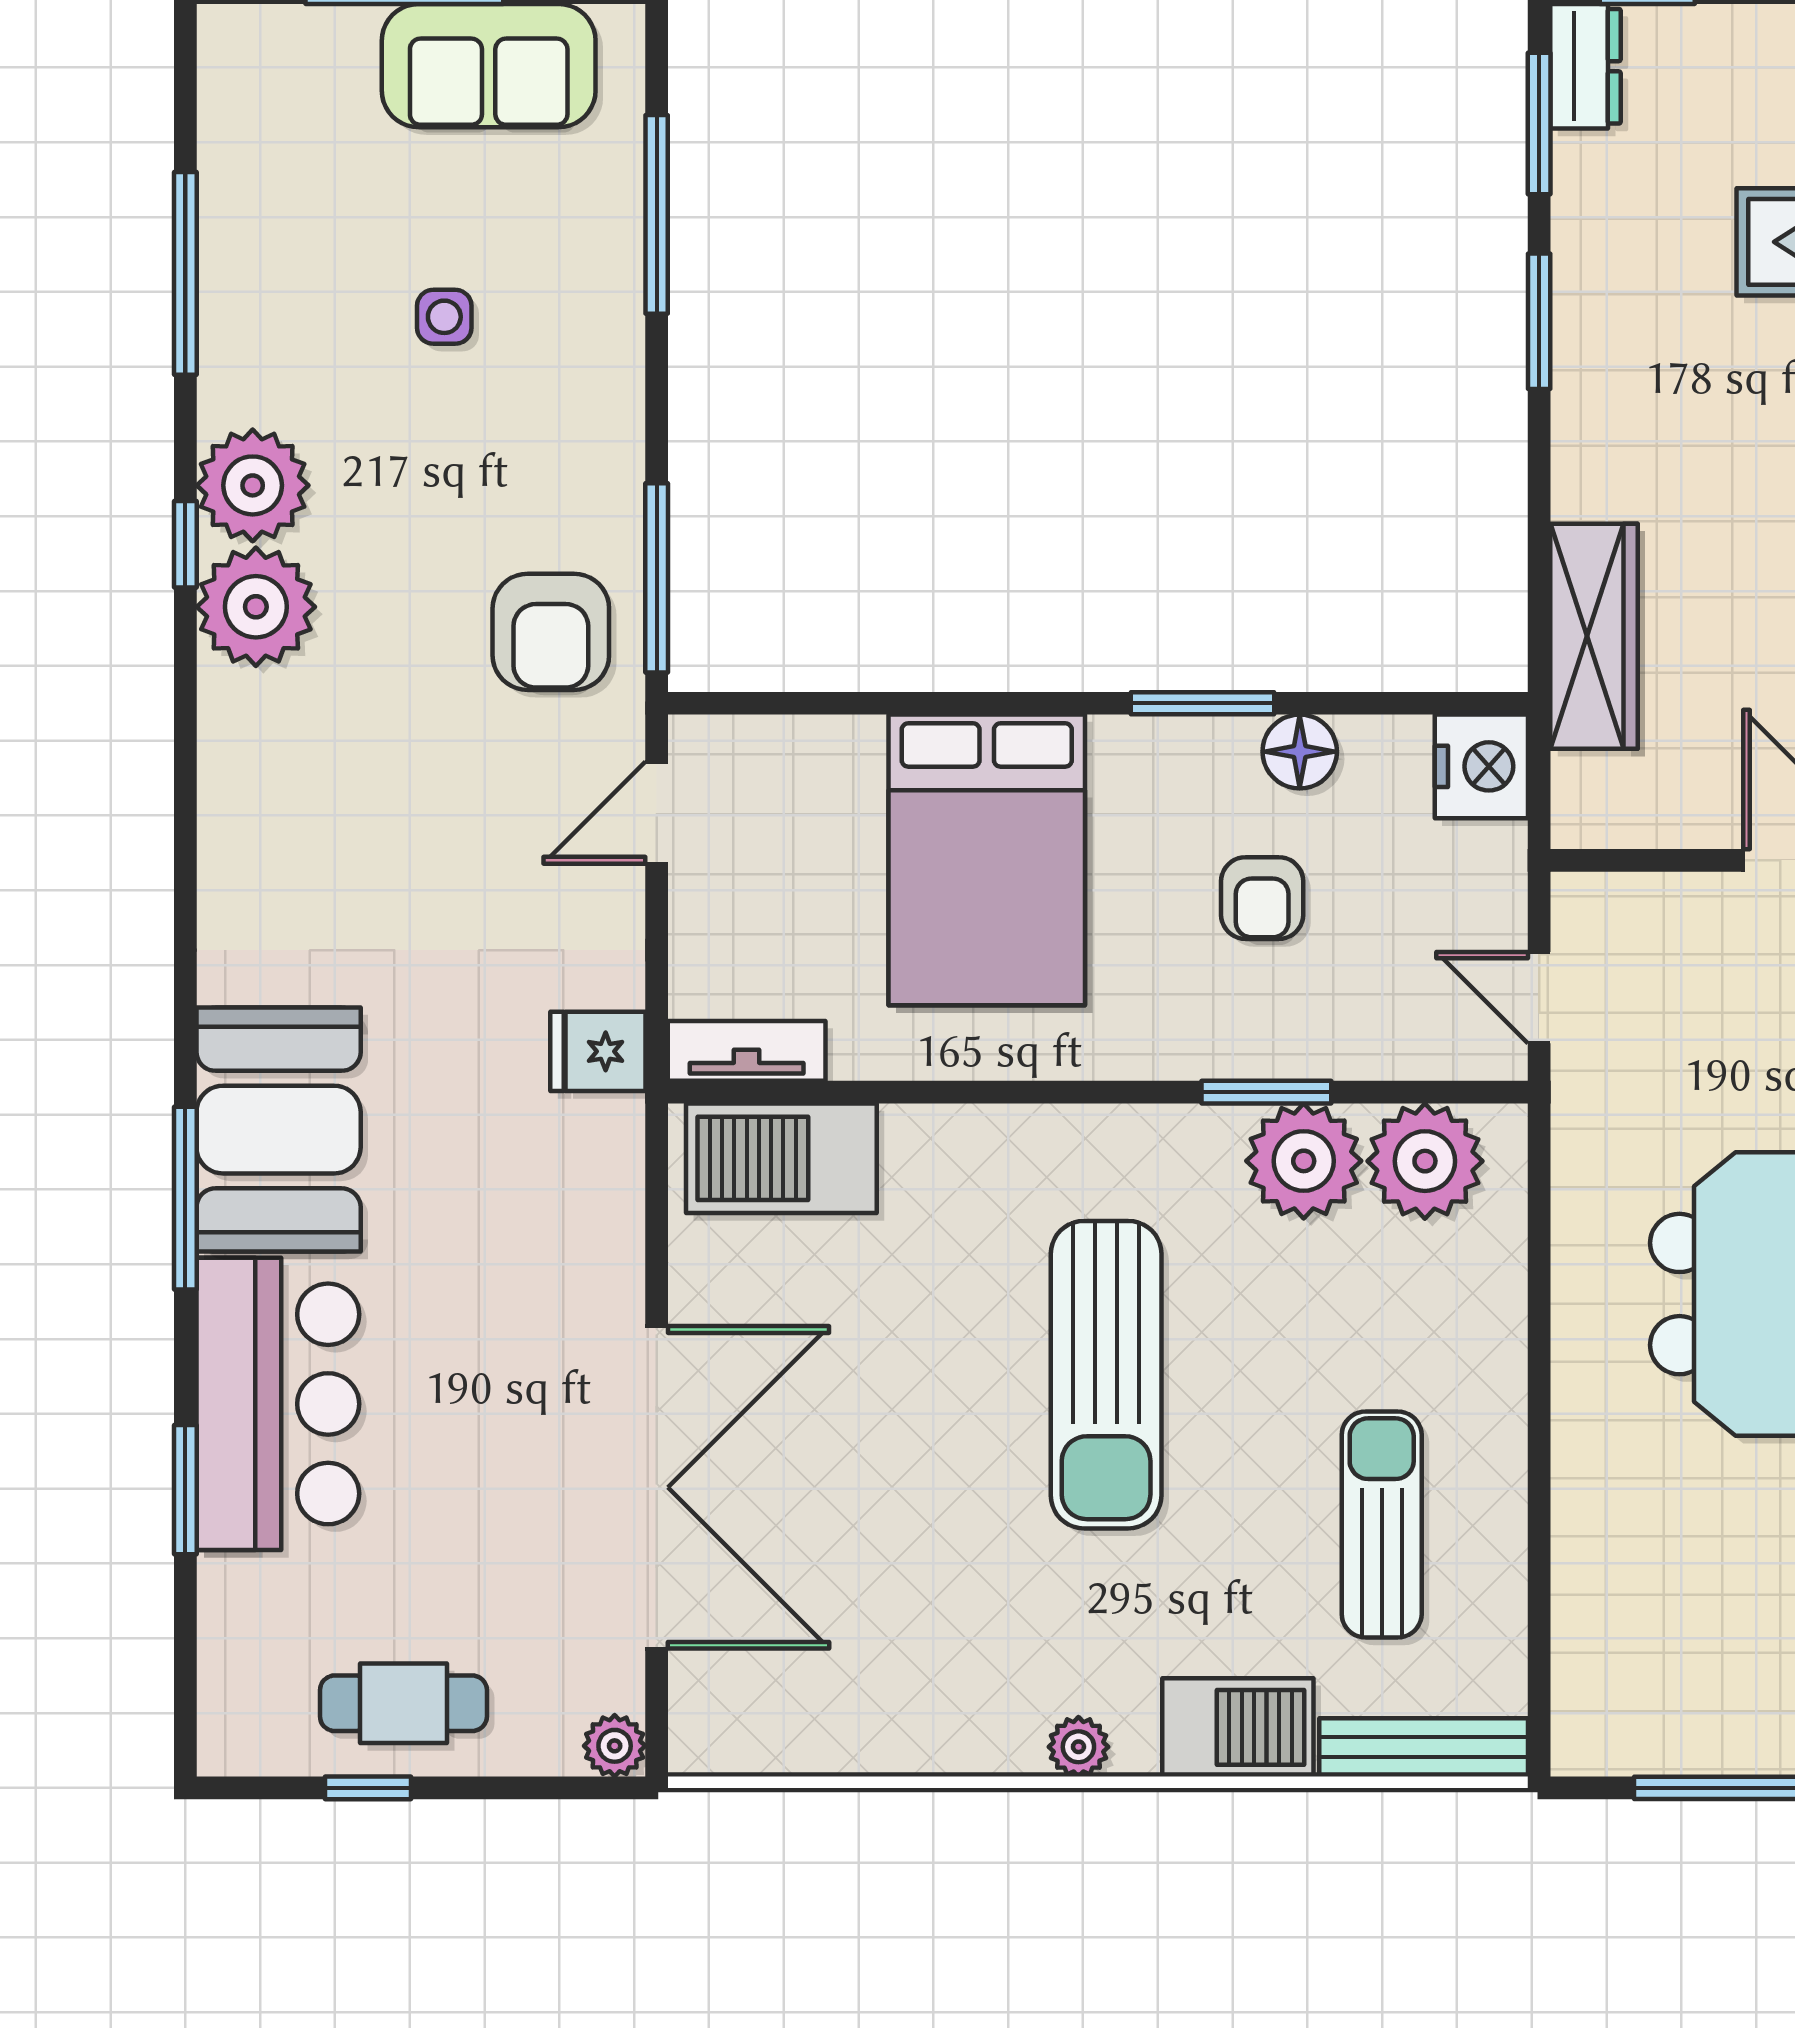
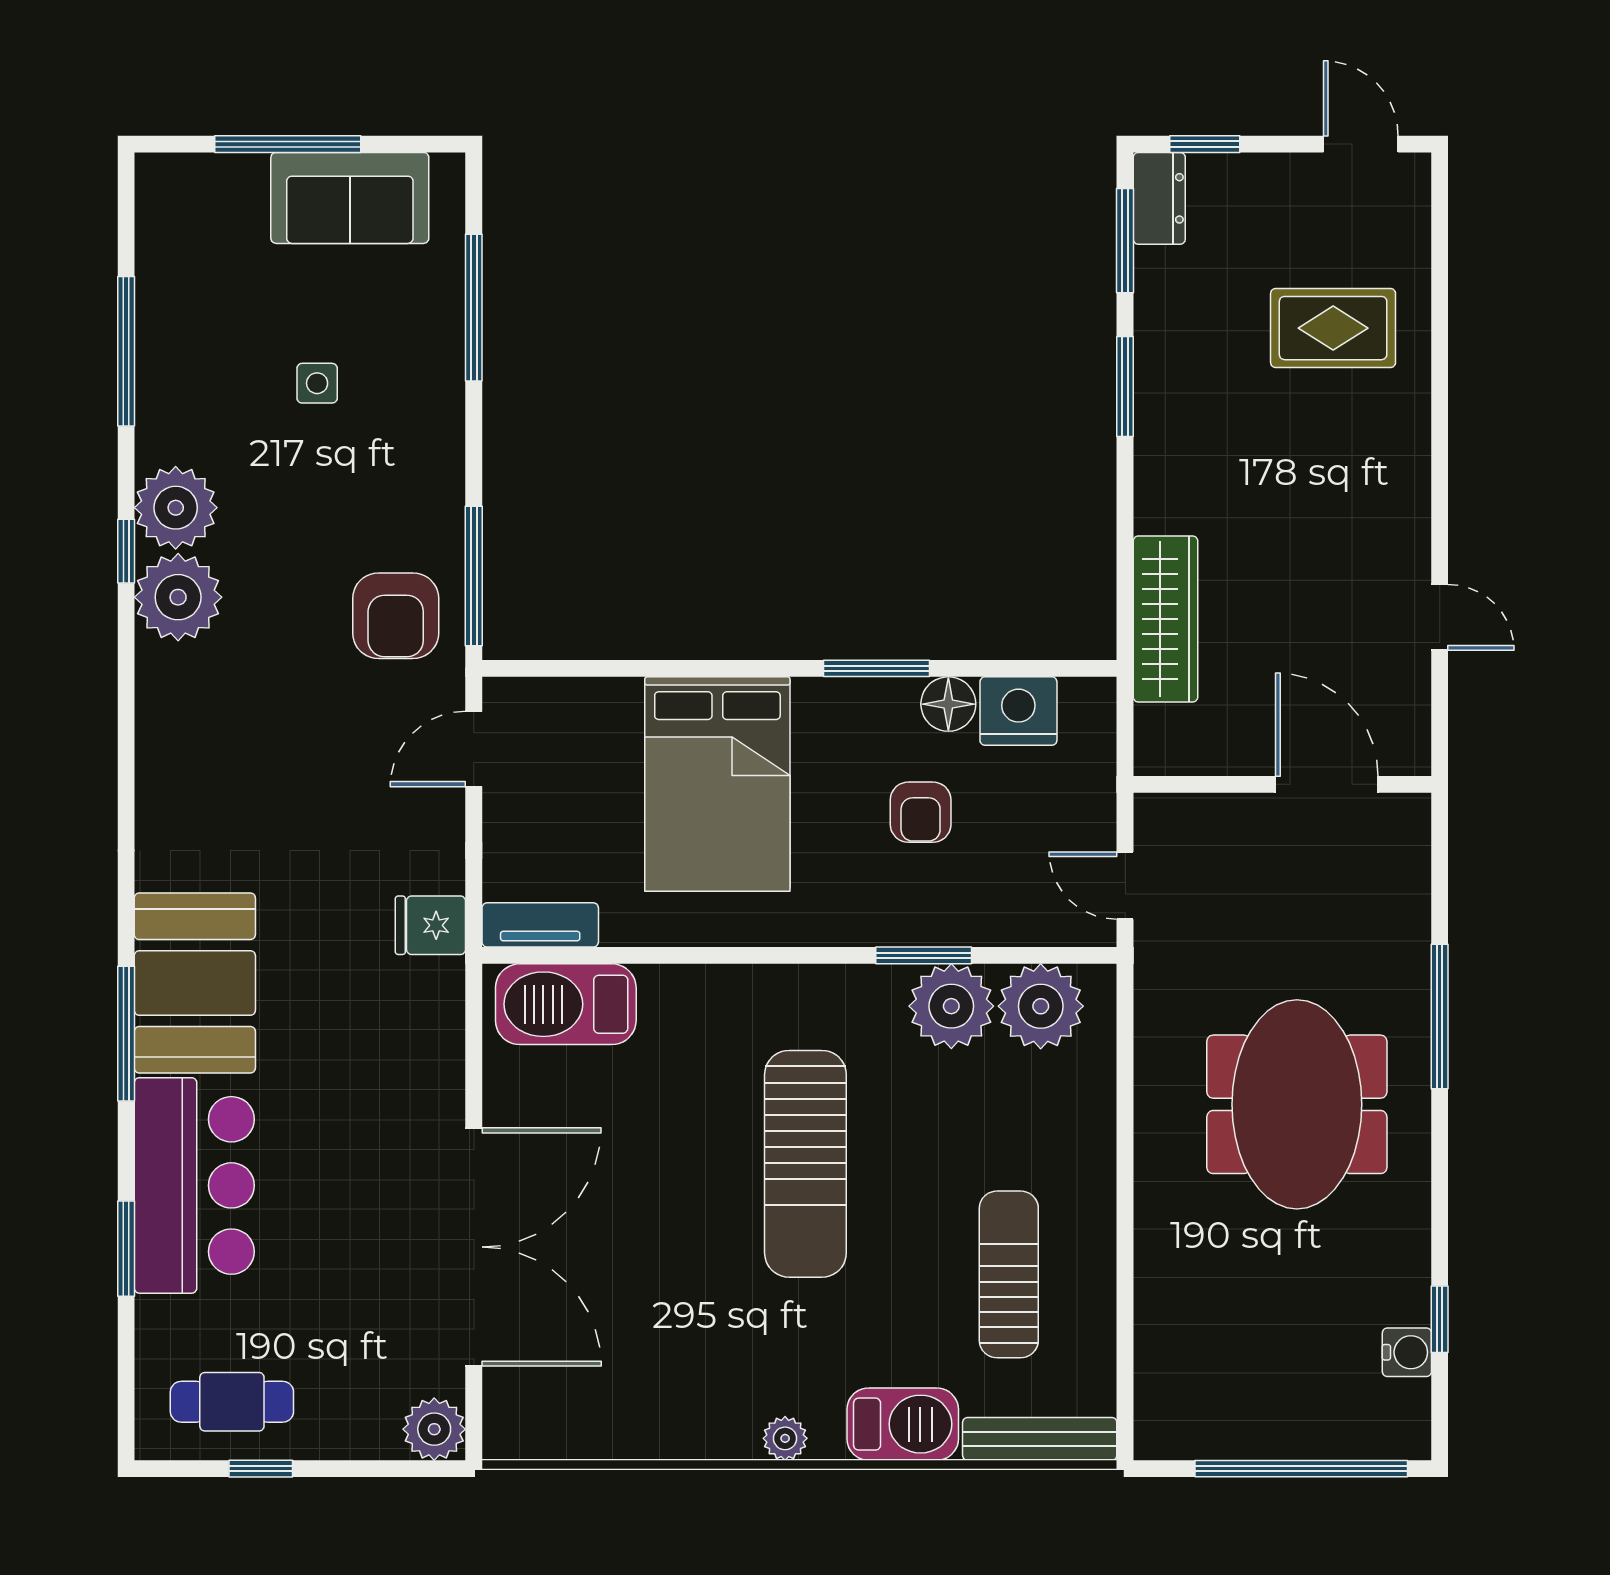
nightstand: (1481, 766) -> (1018, 711), moved, turned -90
cafe table: (403, 1703) -> (232, 1402), moved
plant: (615, 1746) -> (434, 1429), width x1.38, depth x1.38

